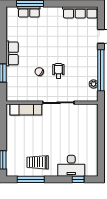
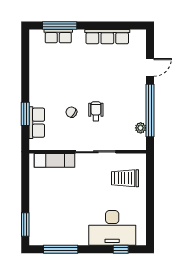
row of seats: (80, 12) -> (107, 37), moved
row of seats: (12, 53) -> (37, 123), moved
trolley: (38, 162) -> (125, 178), moved
desk: (71, 166) -> (112, 228), width x1.36, depth x1.30

